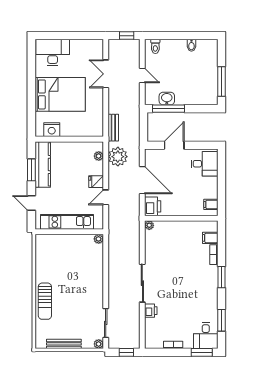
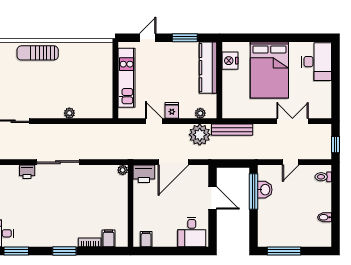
bench: (113, 128) -> (232, 130), width x1.36
kitchen counter: (43, 164) -> (208, 68), moved, turned 90
plant: (99, 239) -> (69, 113), moved

